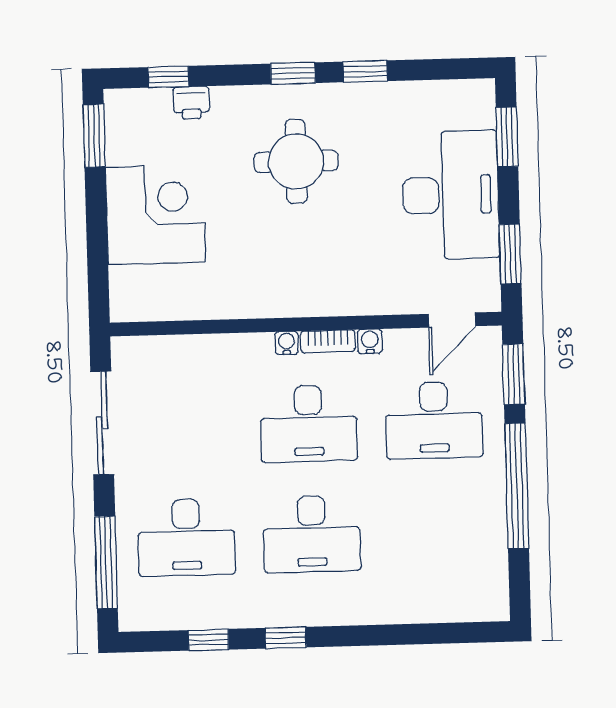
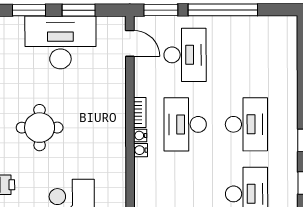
window: (510, 254) -> (79, 10), moved
water cooler: (370, 341) -> (141, 150), moved
desk: (309, 424) -> (185, 124), turned 180

